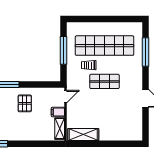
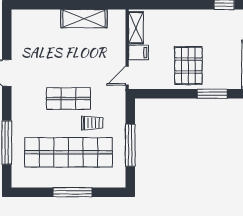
window: (102, 19) -> (72, 192), added
pallet: (25, 103) -> (188, 66), width x1.50, depth x1.42
shelving: (83, 135) -> (84, 19), moved

